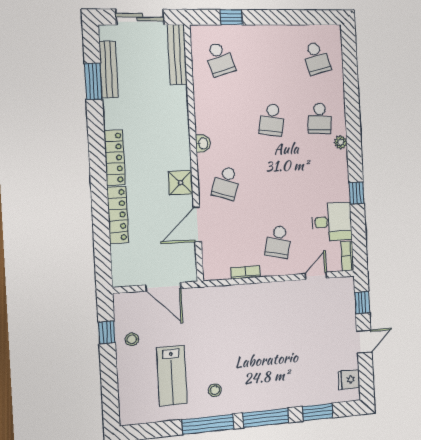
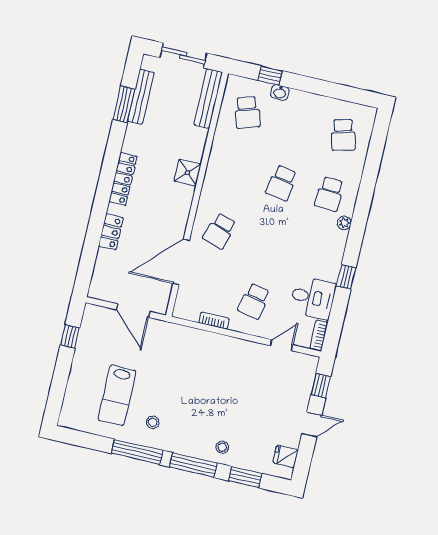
washbasin: (203, 143) -> (280, 92), moved, turned 90
shower: (181, 183) -> (187, 173), moved
locker: (118, 215) -> (111, 232), width x0.66
door: (197, 224) -> (181, 262), width x1.36
stool: (132, 339) -> (222, 447), moved

